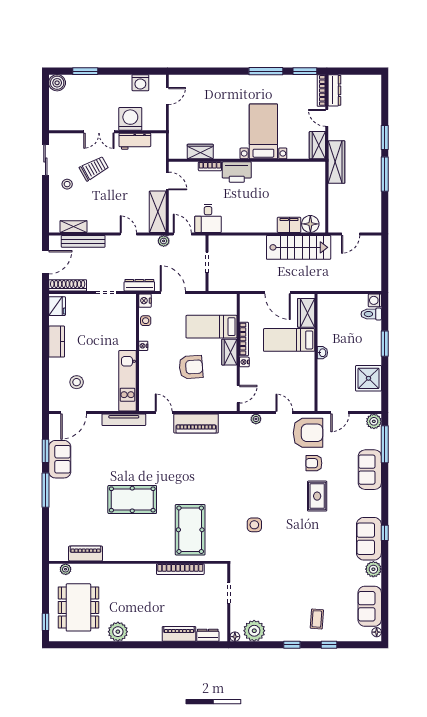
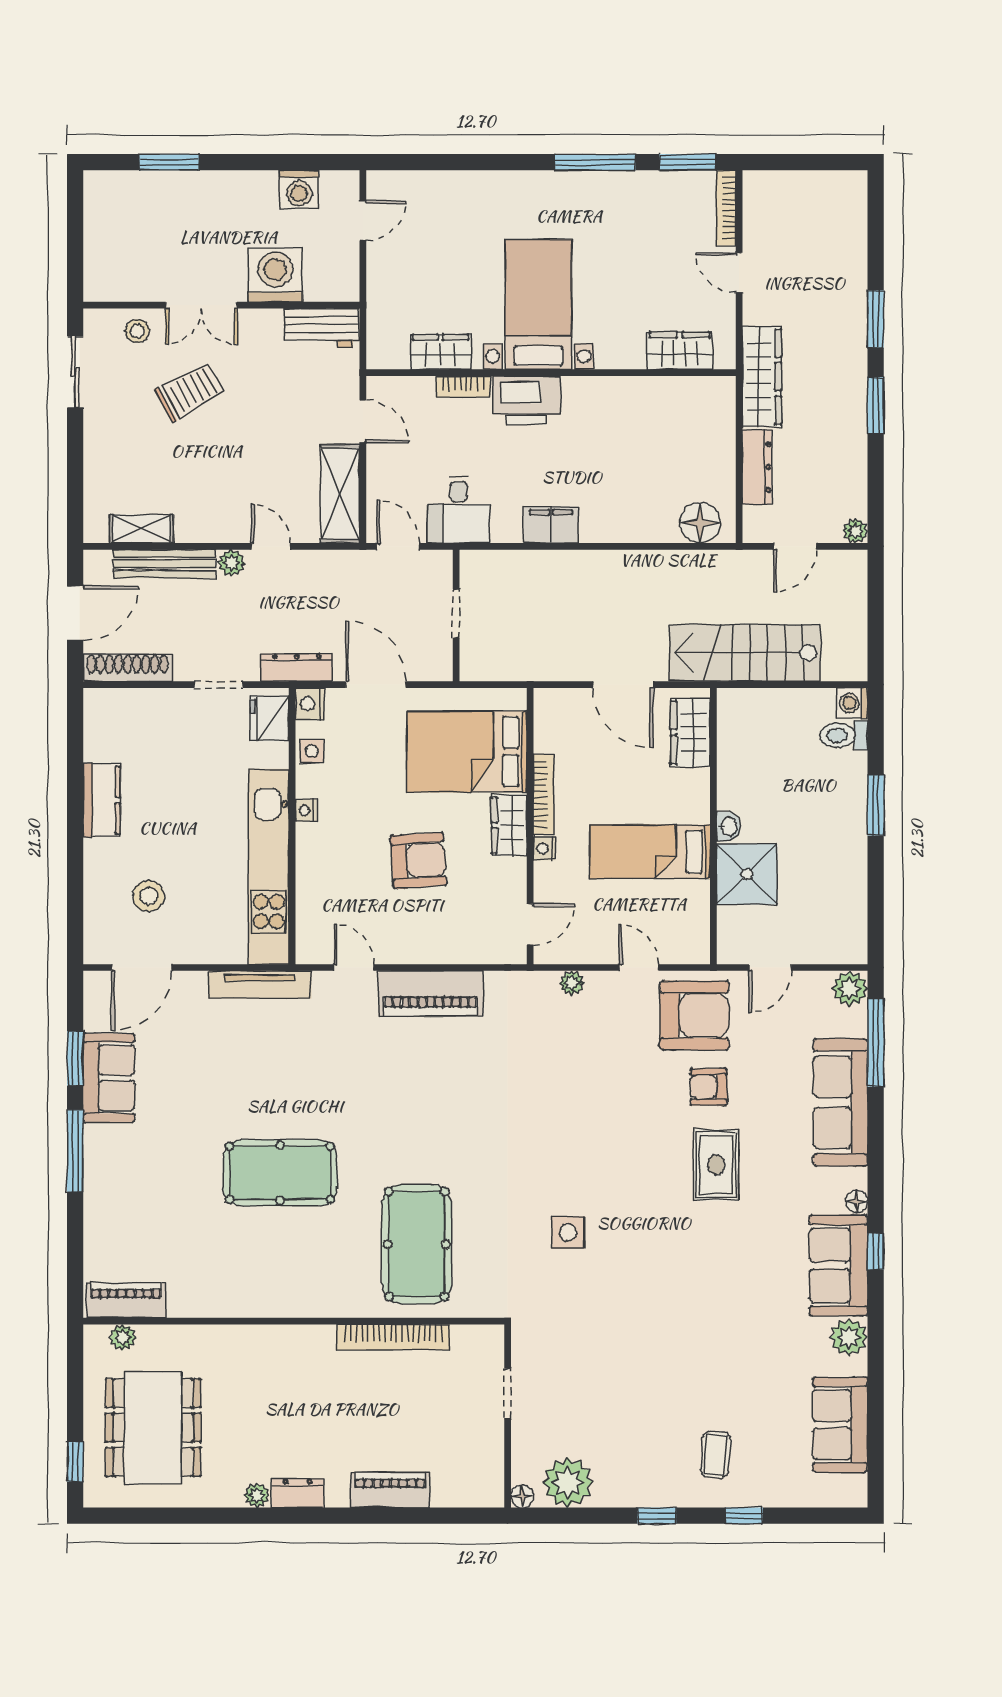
boiler: (57, 83) -> (103, 190), removed
dresser: (334, 90) -> (757, 467), moved
bed with nightstands: (263, 131) -> (538, 304), moved
workbench: (135, 141) -> (321, 328), moved
wardrobe: (317, 145) -> (680, 351), moved, turned 90
window: (385, 174) -> (876, 405), width x0.69
stool: (67, 184) -> (137, 331), moved
filing cabinet: (289, 225) -> (551, 525), moved
plant: (376, 227) -> (855, 531), added
plant: (164, 241) -> (231, 563), moved
stairs: (299, 247) -> (745, 653), moved, turned 180
fridge: (57, 306) -> (270, 718), moved, turned 180
bed: (211, 327) -> (467, 752), width x1.50
bed: (289, 340) -> (650, 852), moved
shower: (368, 378) -> (747, 874), moved
kitchen unit: (127, 381) -> (269, 867), width x1.36
sofa: (370, 470) -> (840, 1102), width x1.36
piano: (86, 553) -> (126, 1300), moved
plant: (118, 632) -> (257, 1495), width x0.53, depth x0.53
floor lamp: (377, 632) -> (857, 1201), moved
dresser: (208, 635) -> (298, 1493), moved

